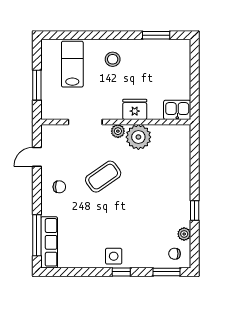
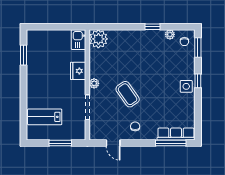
stool: (113, 59) -> (41, 87), removed
plant: (138, 137) -> (98, 39), moved

